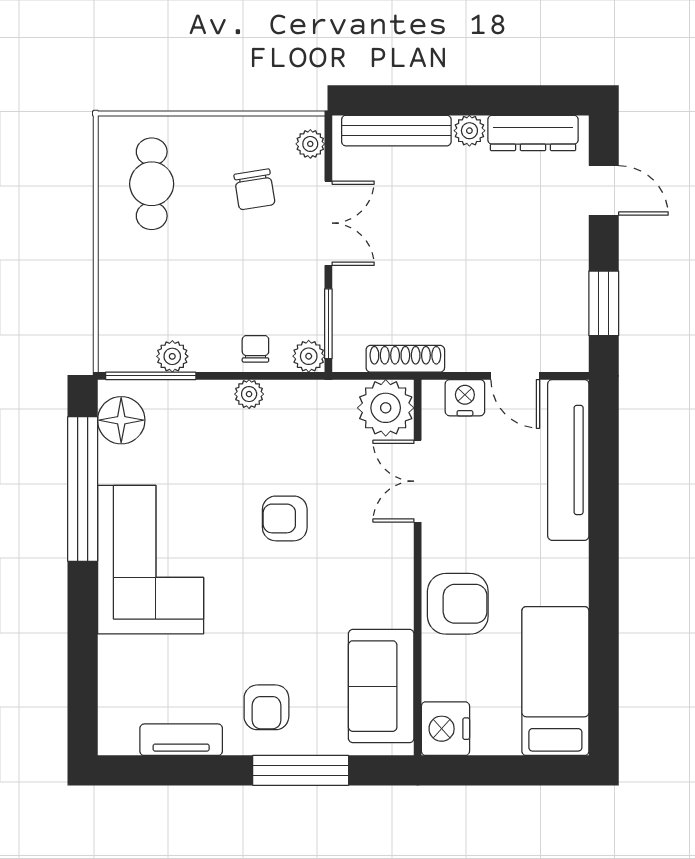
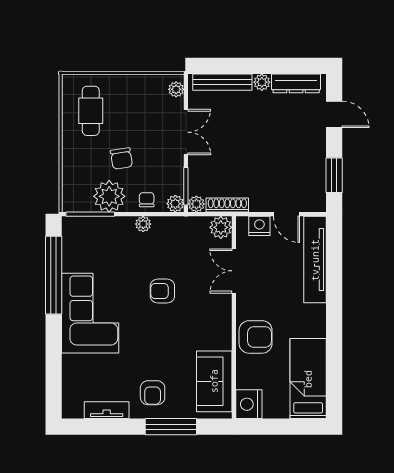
chair: (254, 189) -> (121, 159), moved
plant: (172, 356) -> (109, 196), width x1.87, depth x1.87
plant: (348, 357) -> (196, 204), added
plant: (386, 408) -> (221, 227), width x0.73, depth x0.73
floor lamp: (121, 420) -> (74, 238), removed

